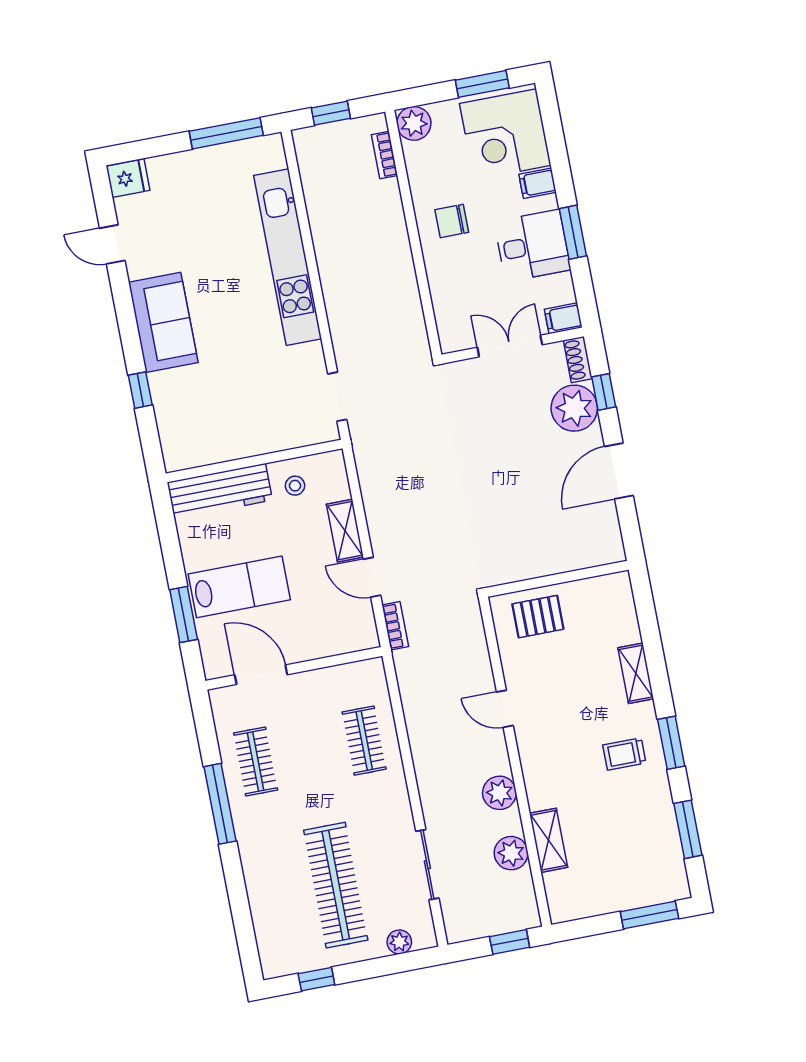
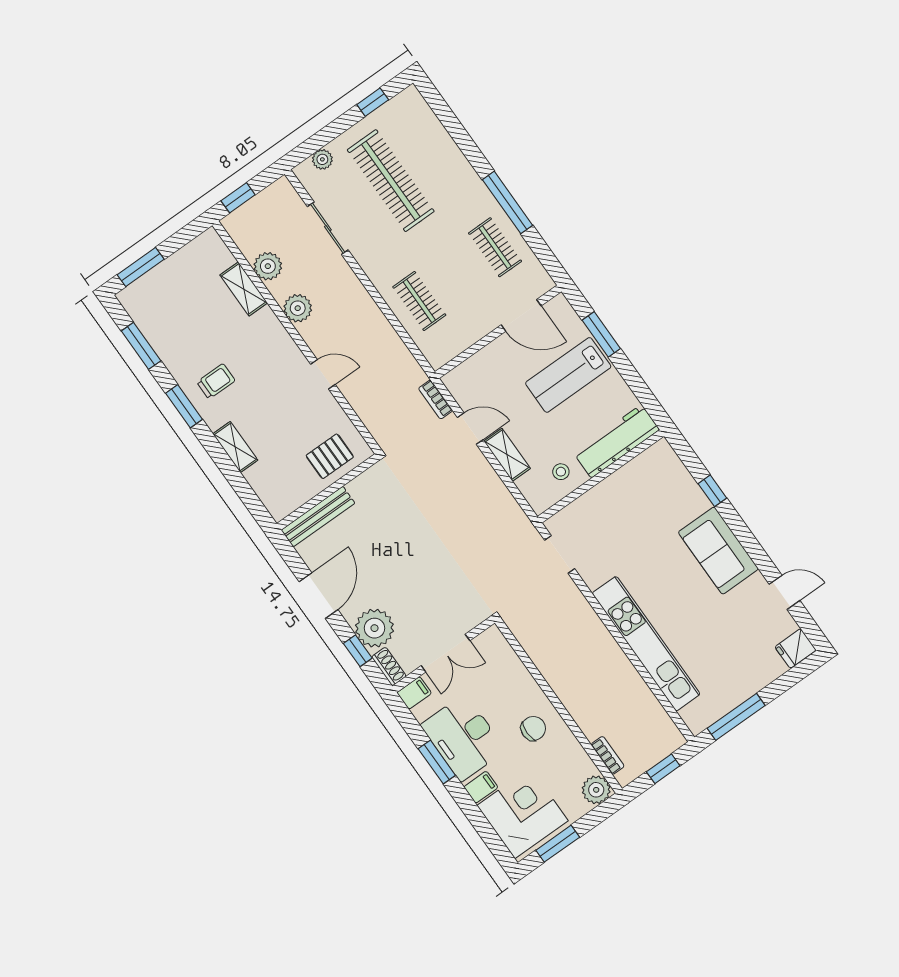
desk: (532, 246) -> (463, 738), width x1.37
bench: (580, 557) -> (318, 517), added

